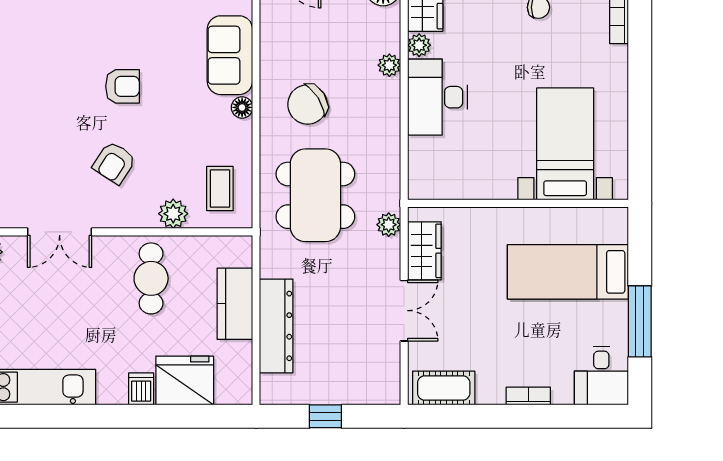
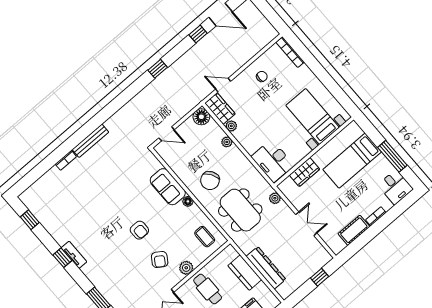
armchair: (122, 86) -> (139, 230), turned 90
desk: (437, 97) -> (273, 161), moved
plant: (173, 214) -> (186, 268), moved
wardrobe: (424, 251) -> (305, 172), moved, turned 90
cot: (444, 388) -> (354, 230), moved
window: (325, 416) -> (319, 277), moved

